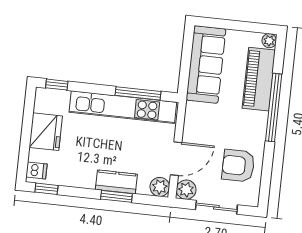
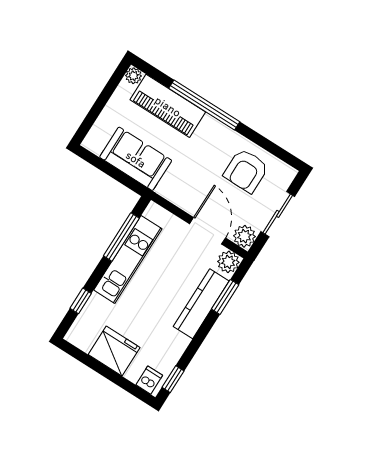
sofa: (206, 65) -> (136, 159), width x0.73
window: (57, 85) -> (81, 301), moved
kitchen unit: (123, 107) -> (128, 259), width x0.73
kitchen counter: (116, 182) -> (201, 304), width x1.50
window: (116, 196) -> (225, 297), moved

